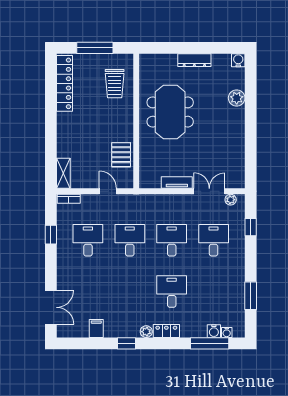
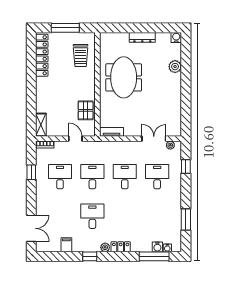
tv unit: (177, 183) -> (111, 132), moved
desk: (172, 292) -> (92, 216), moved

